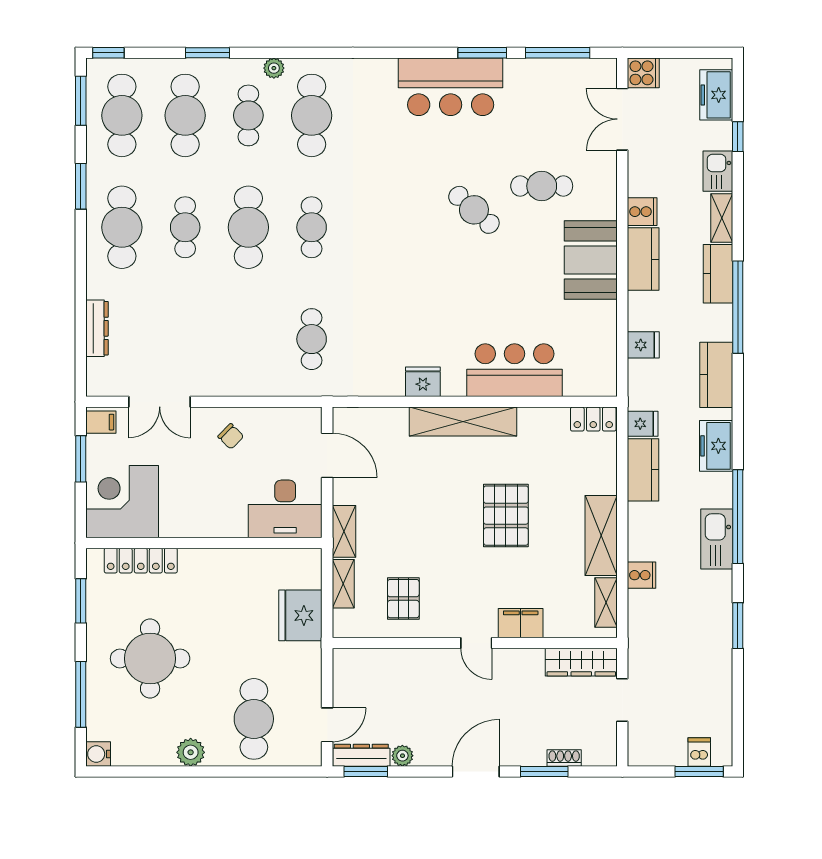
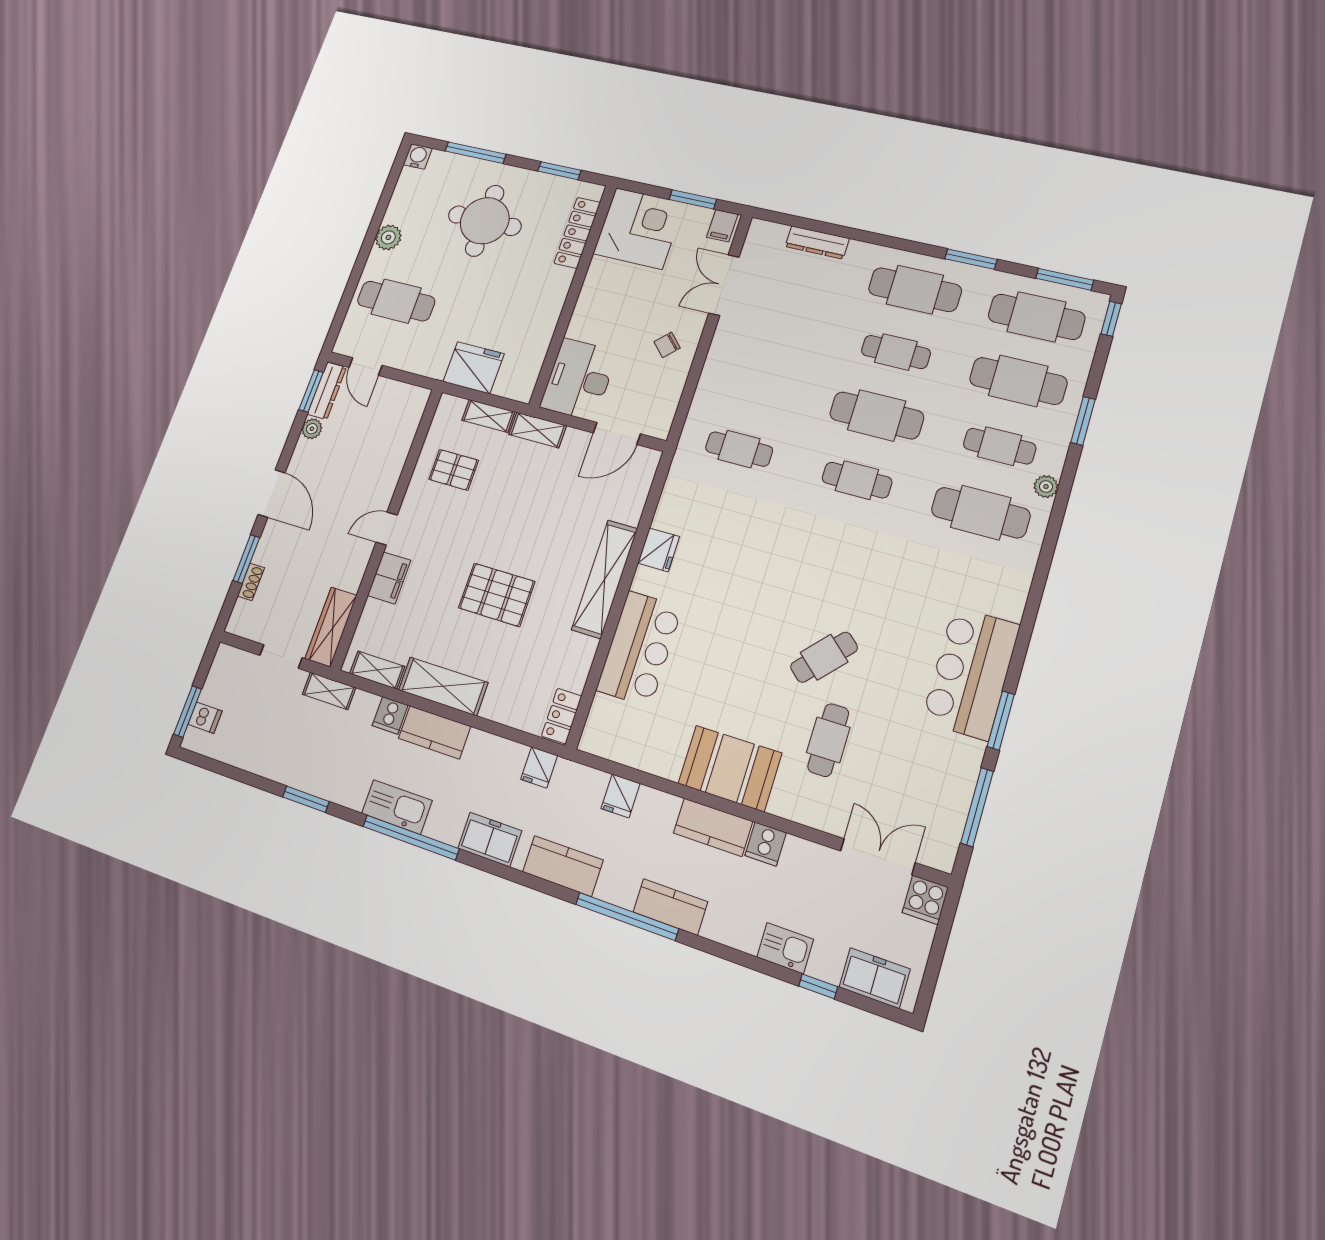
shelving: (722, 218) -> (329, 691), moved
kitchen counter: (643, 470) -> (435, 732), moved

